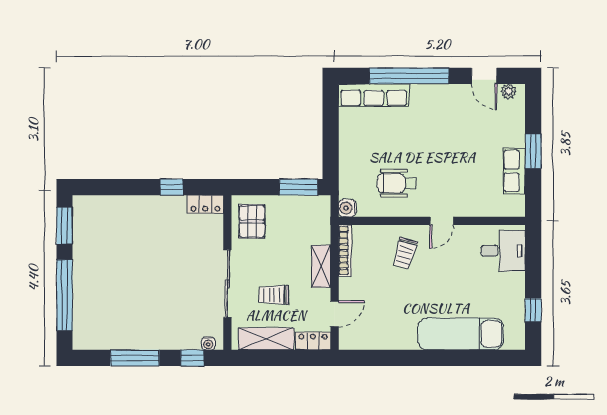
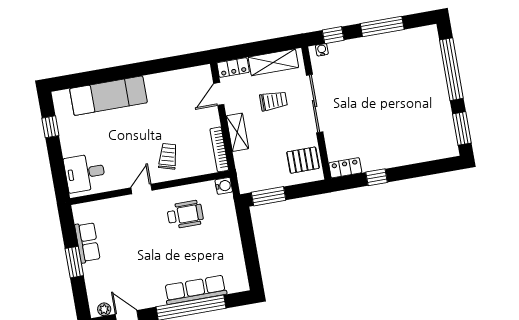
row of seats: (374, 95) -> (195, 290), moved
pallet: (252, 221) -> (303, 160), turned 90

